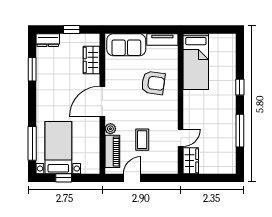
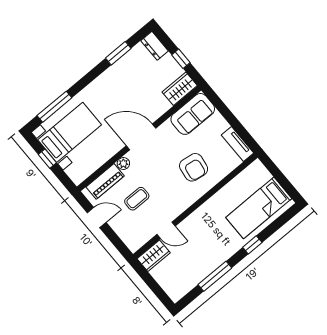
sofa: (126, 45) -> (193, 114), moved, turned -90
wardrobe: (92, 60) -> (180, 89), moved
bed: (196, 62) -> (259, 208), moved

